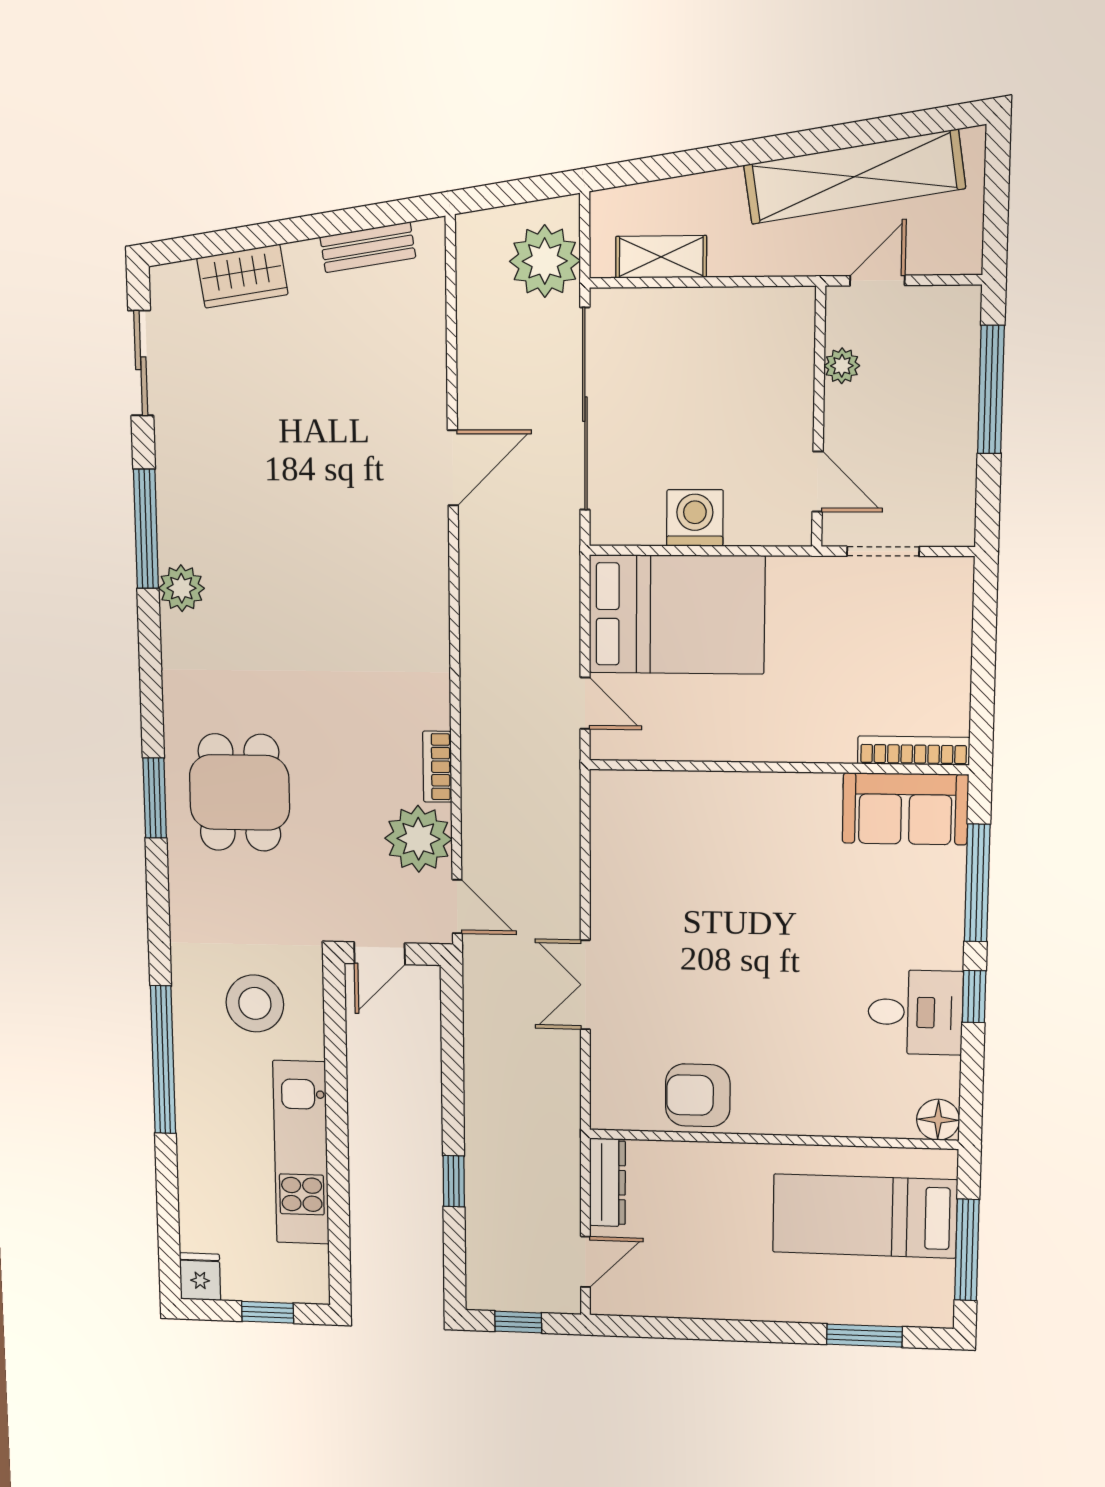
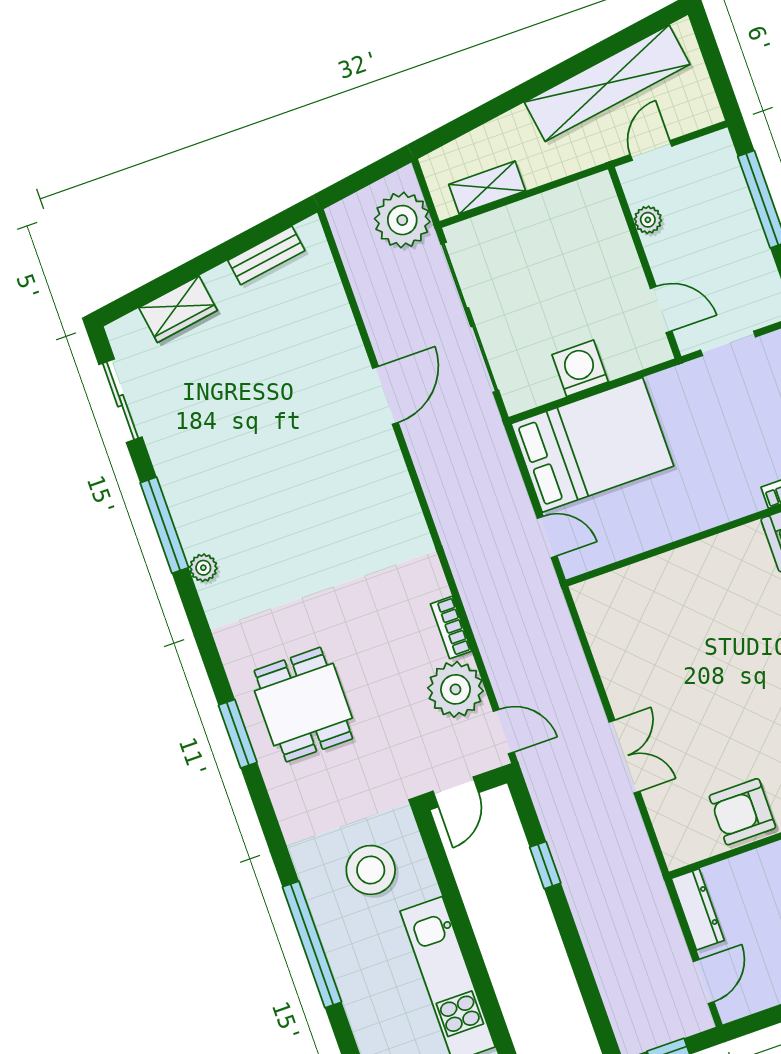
plant: (181, 588) -> (203, 568), width x0.73, depth x0.73
double door: (585, 985) -> (624, 757), swing flipped
window: (454, 1181) -> (545, 865), moved

